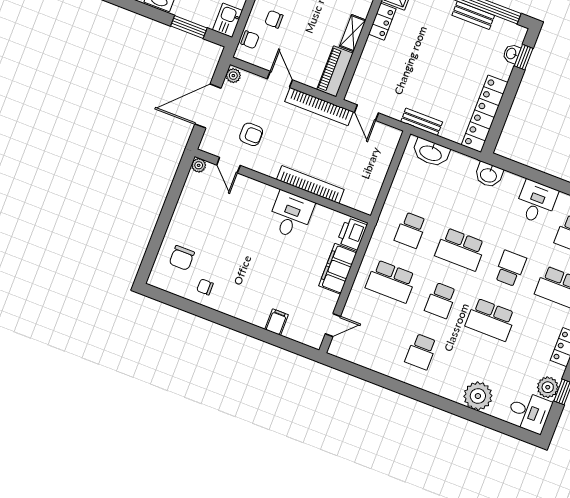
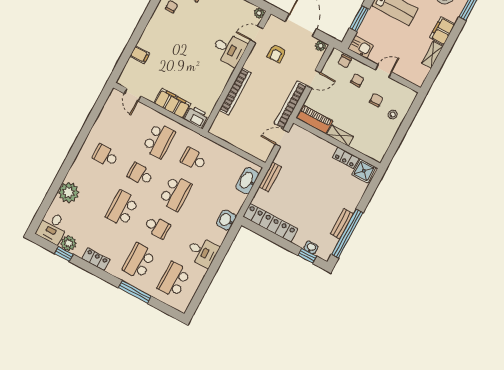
desk: (291, 215) -> (229, 49), moved
school desk: (460, 249) -> (175, 193), turned 180
school desk: (391, 281) -> (159, 140), turned 180

